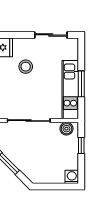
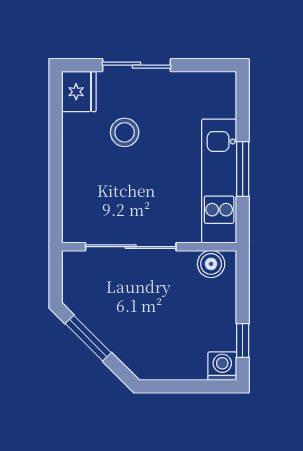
sliding door: (51, 35) -> (137, 65), moved
window: (81, 145) -> (243, 341), moved

